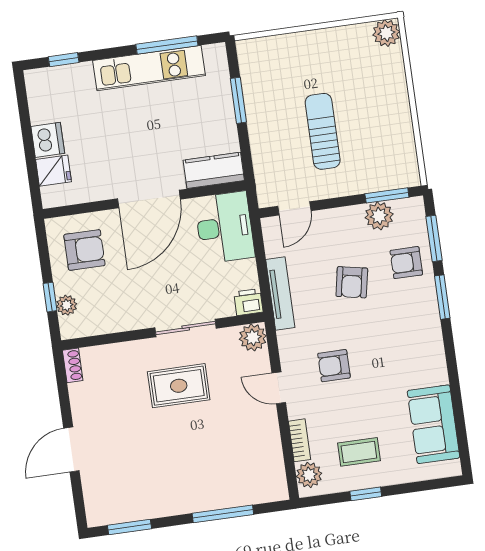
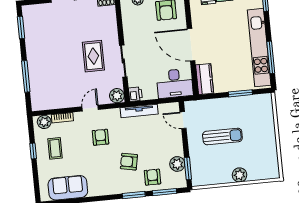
plant: (386, 33) -> (240, 175), moved
kitchen unit: (149, 68) -> (259, 48), width x1.36
armchair: (352, 282) -> (129, 162), moved

